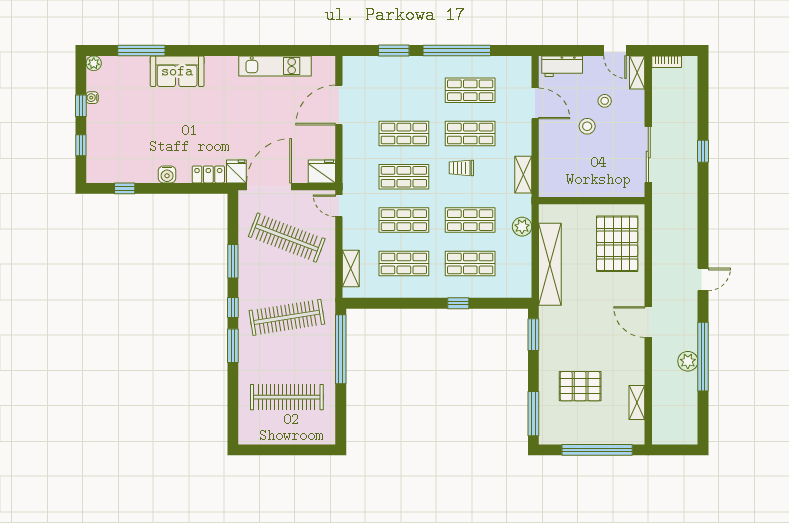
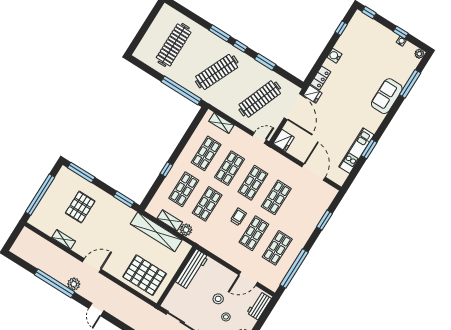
window: (262, 50) -> (369, 149), added
window: (457, 50) -> (294, 268), moved
window: (81, 145) -> (369, 13), moved
shelving: (523, 175) -> (170, 220), moved
workbench: (570, 186) -> (192, 269), added
clothes rail: (287, 317) -> (217, 72), turned 33
plant: (688, 361) -> (74, 284), moved
shelving: (637, 402) -> (64, 239), moved

